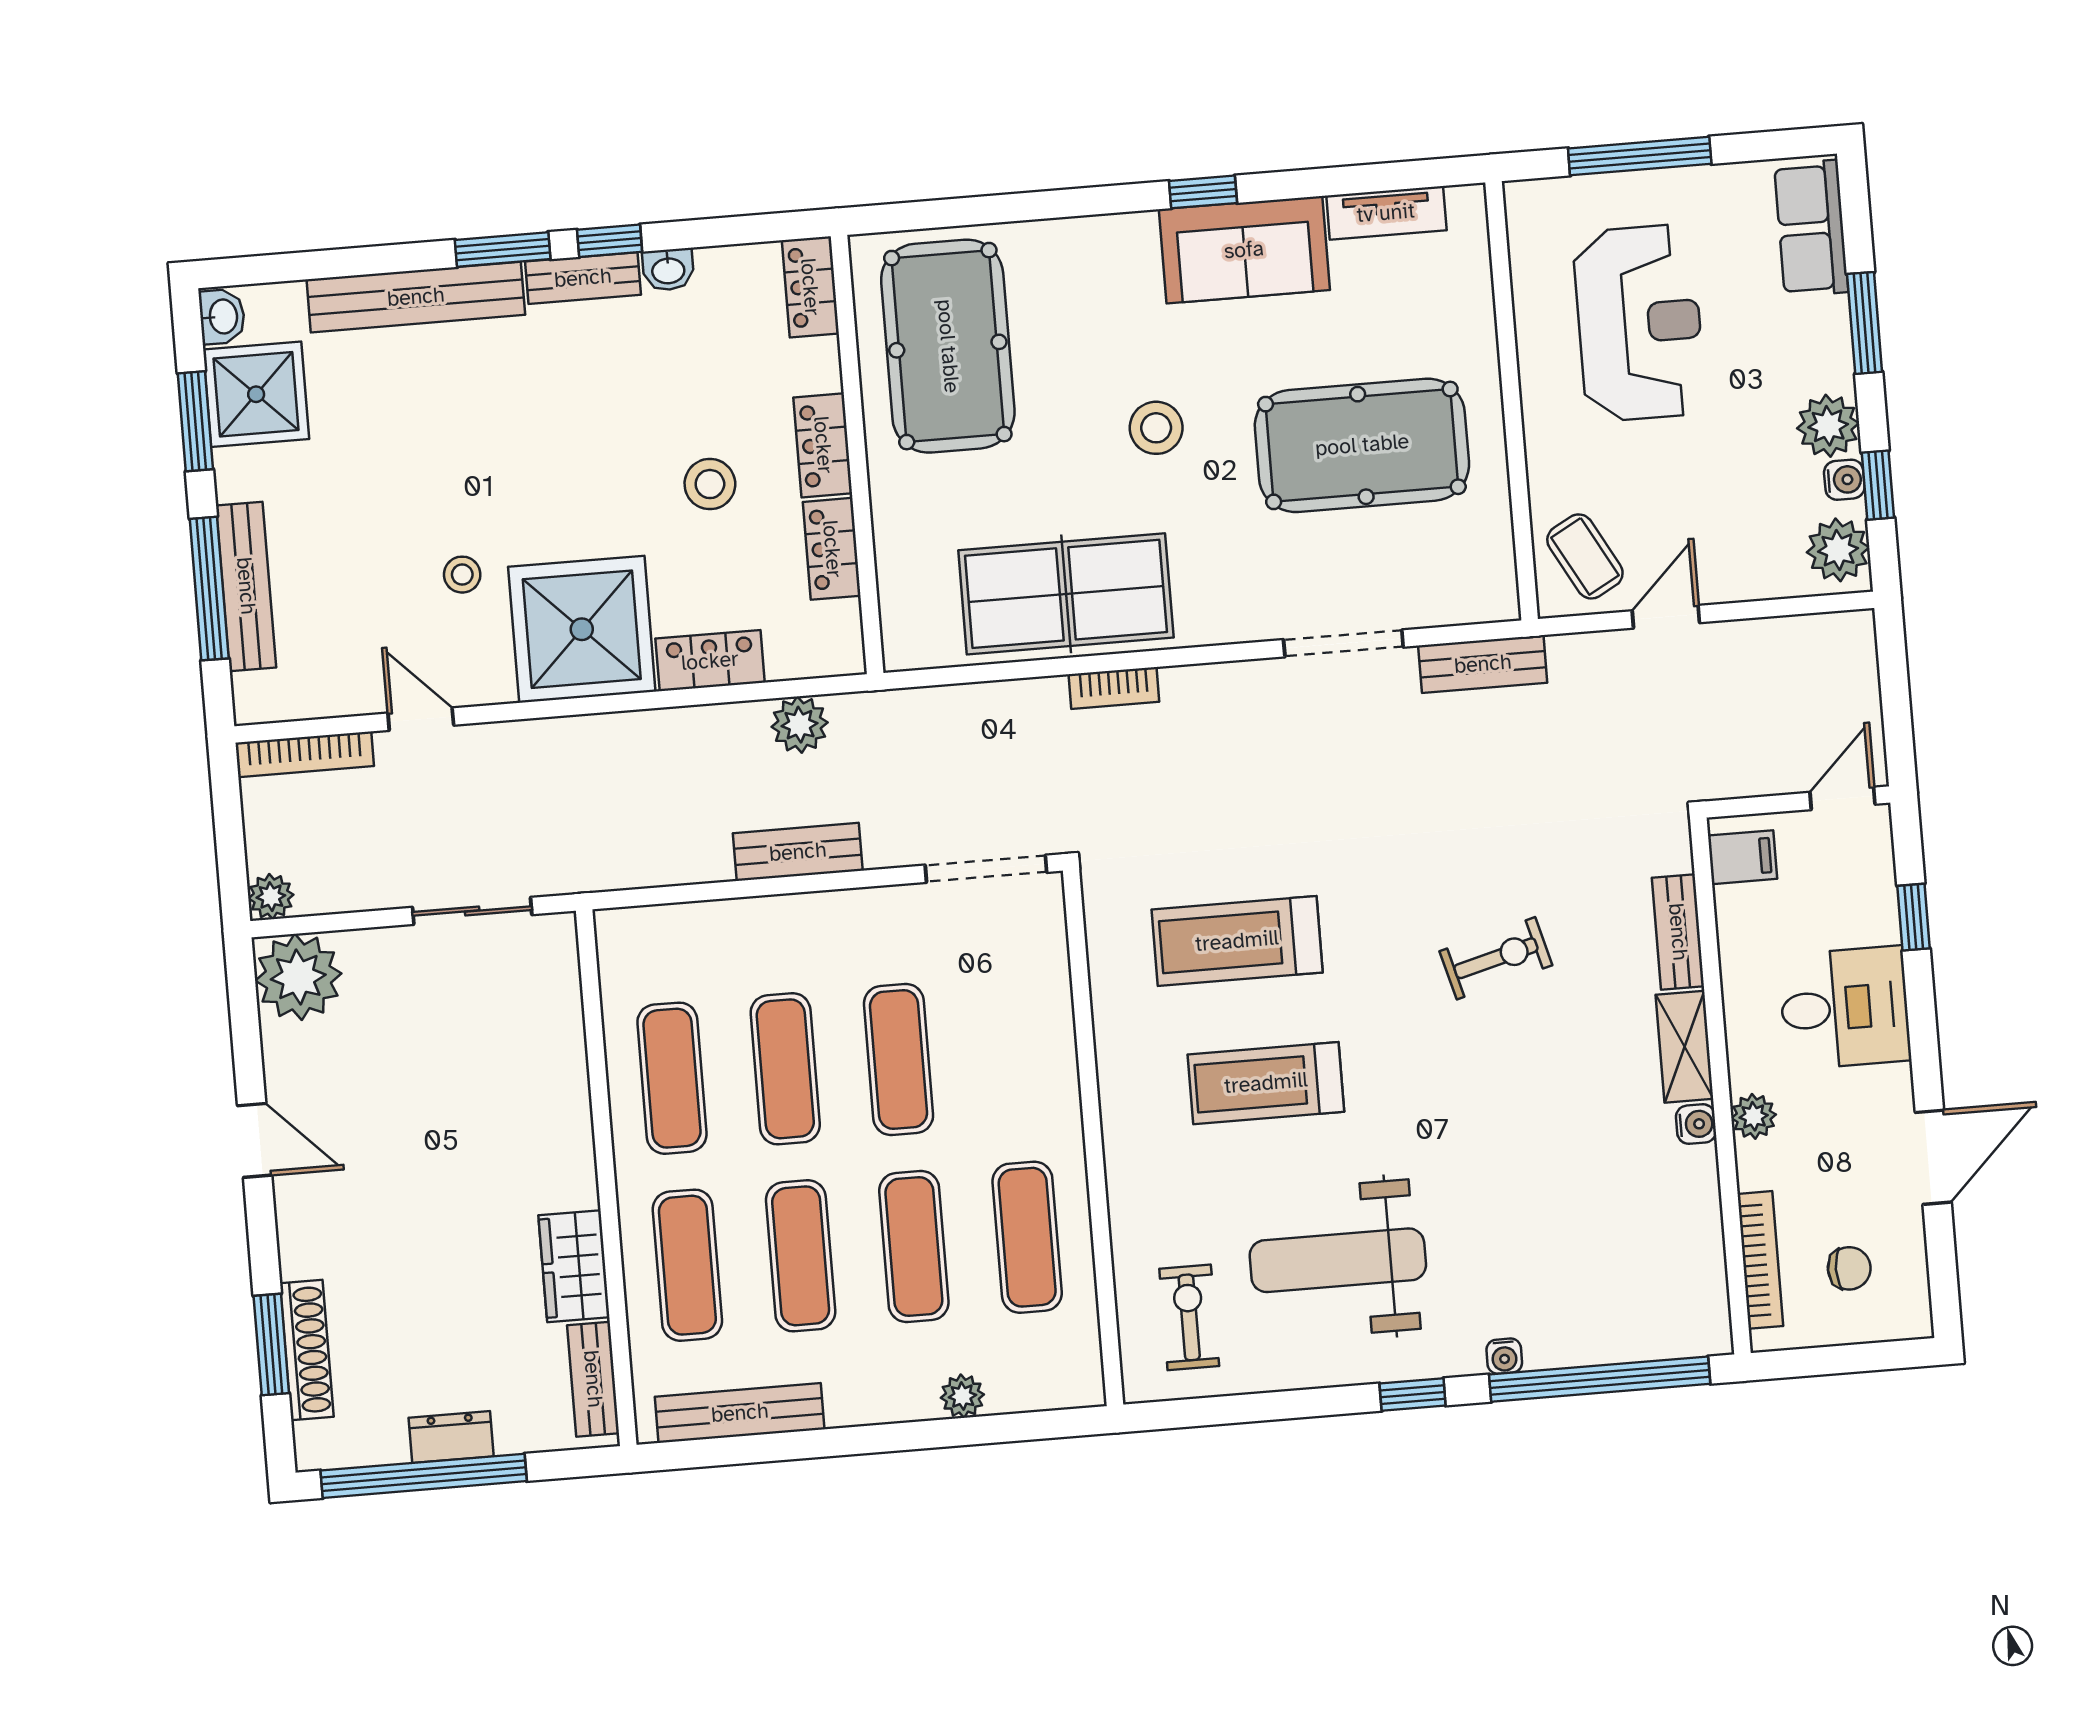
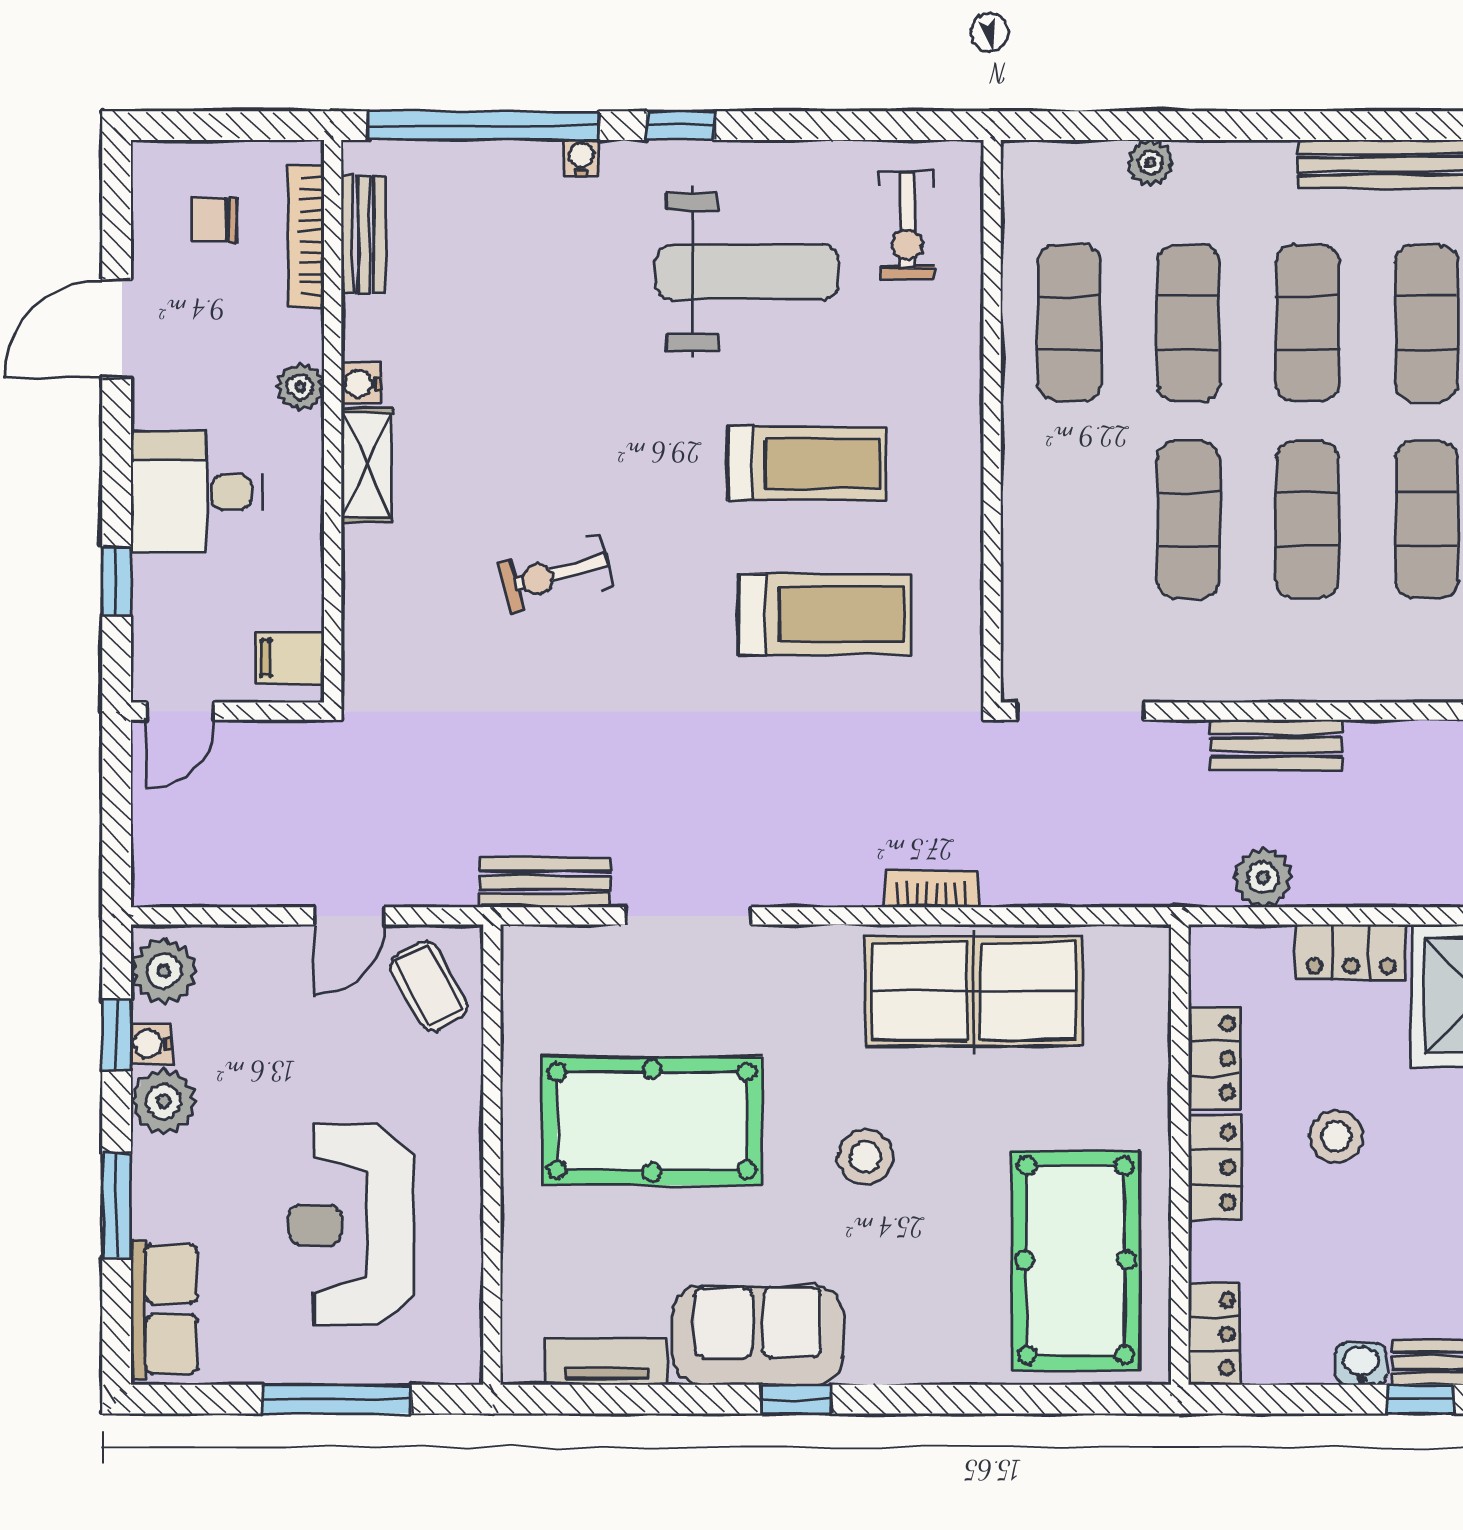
bench: (1678, 932) -> (364, 235), moved

